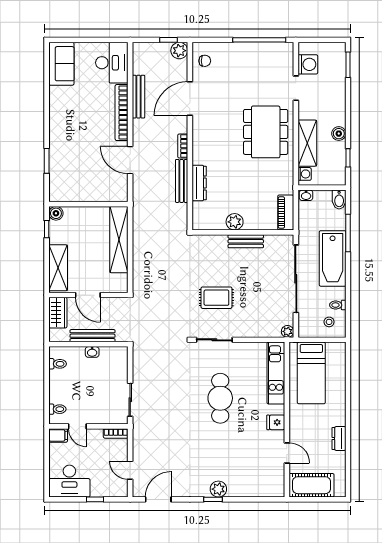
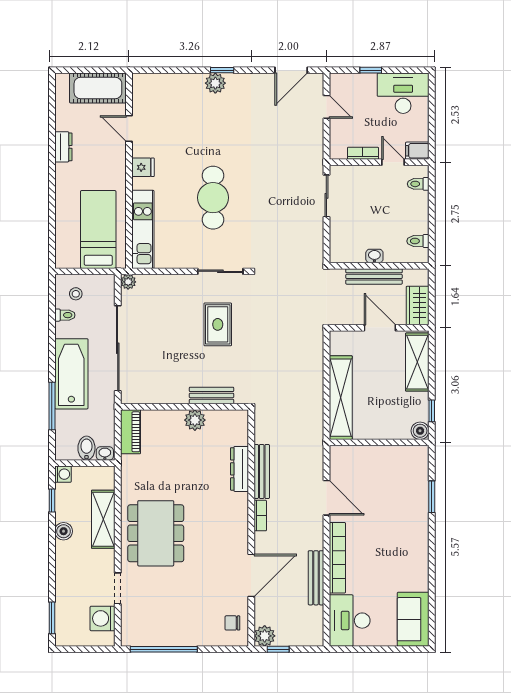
washing machine: (305, 174) -> (63, 474), moved, turned 180
bidet: (339, 199) -> (86, 448), moved
bench: (246, 241) -> (212, 395), moved
rug: (216, 298) -> (218, 324), turned 90
bookcase: (116, 433) -> (363, 153), moved

